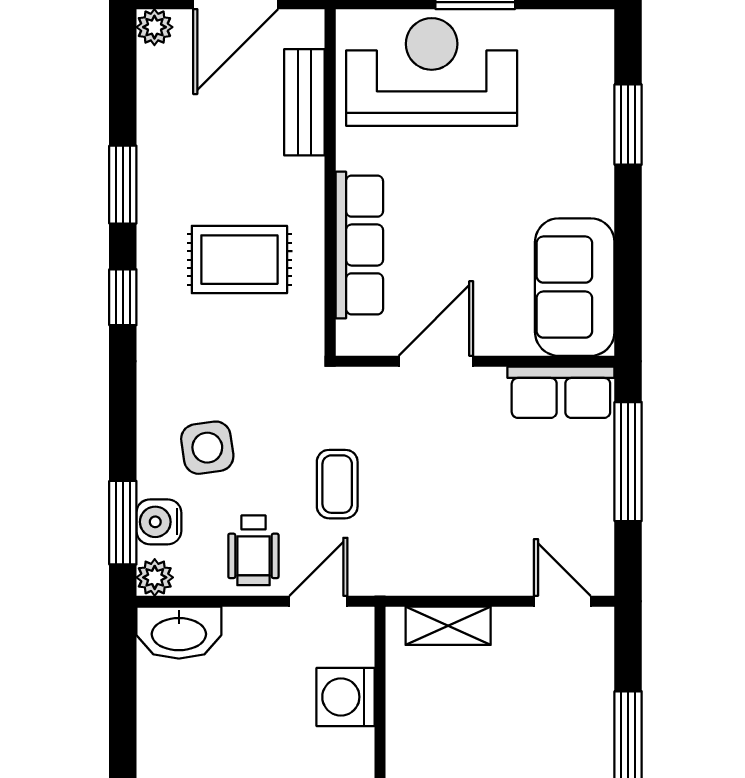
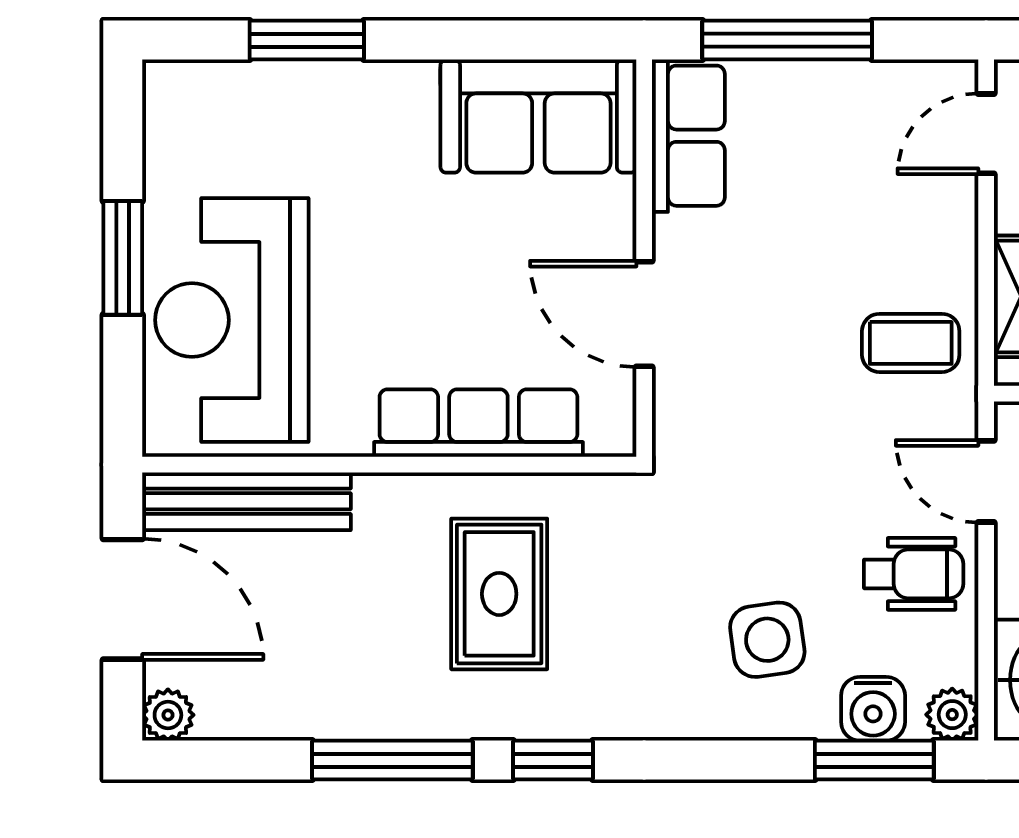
bench: (304, 102) -> (247, 501), width x1.36
window: (123, 185) -> (392, 760), width x1.44
coffee table: (337, 484) -> (911, 343), moved

